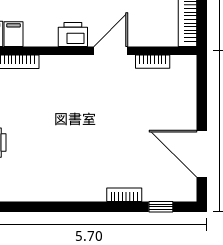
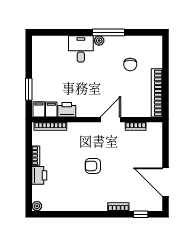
printer: (73, 34) -> (67, 110), moved
armchair: (82, 127) -> (93, 166), added

